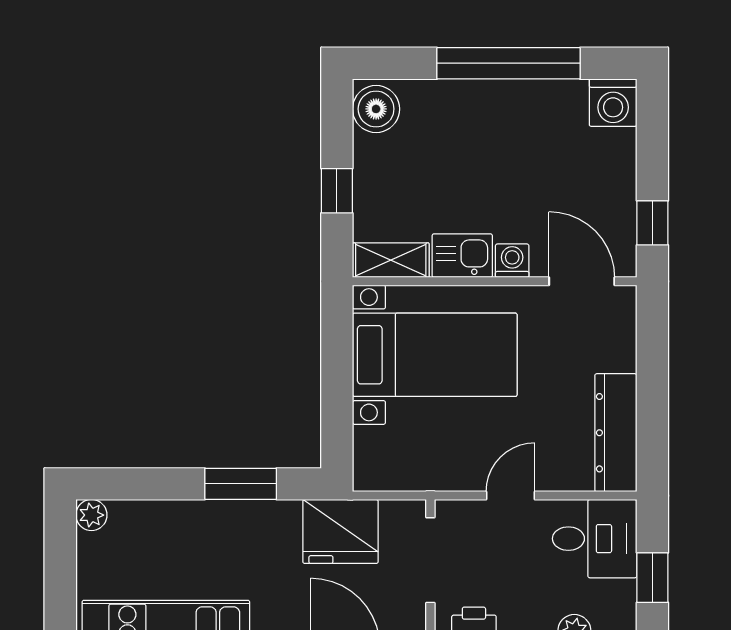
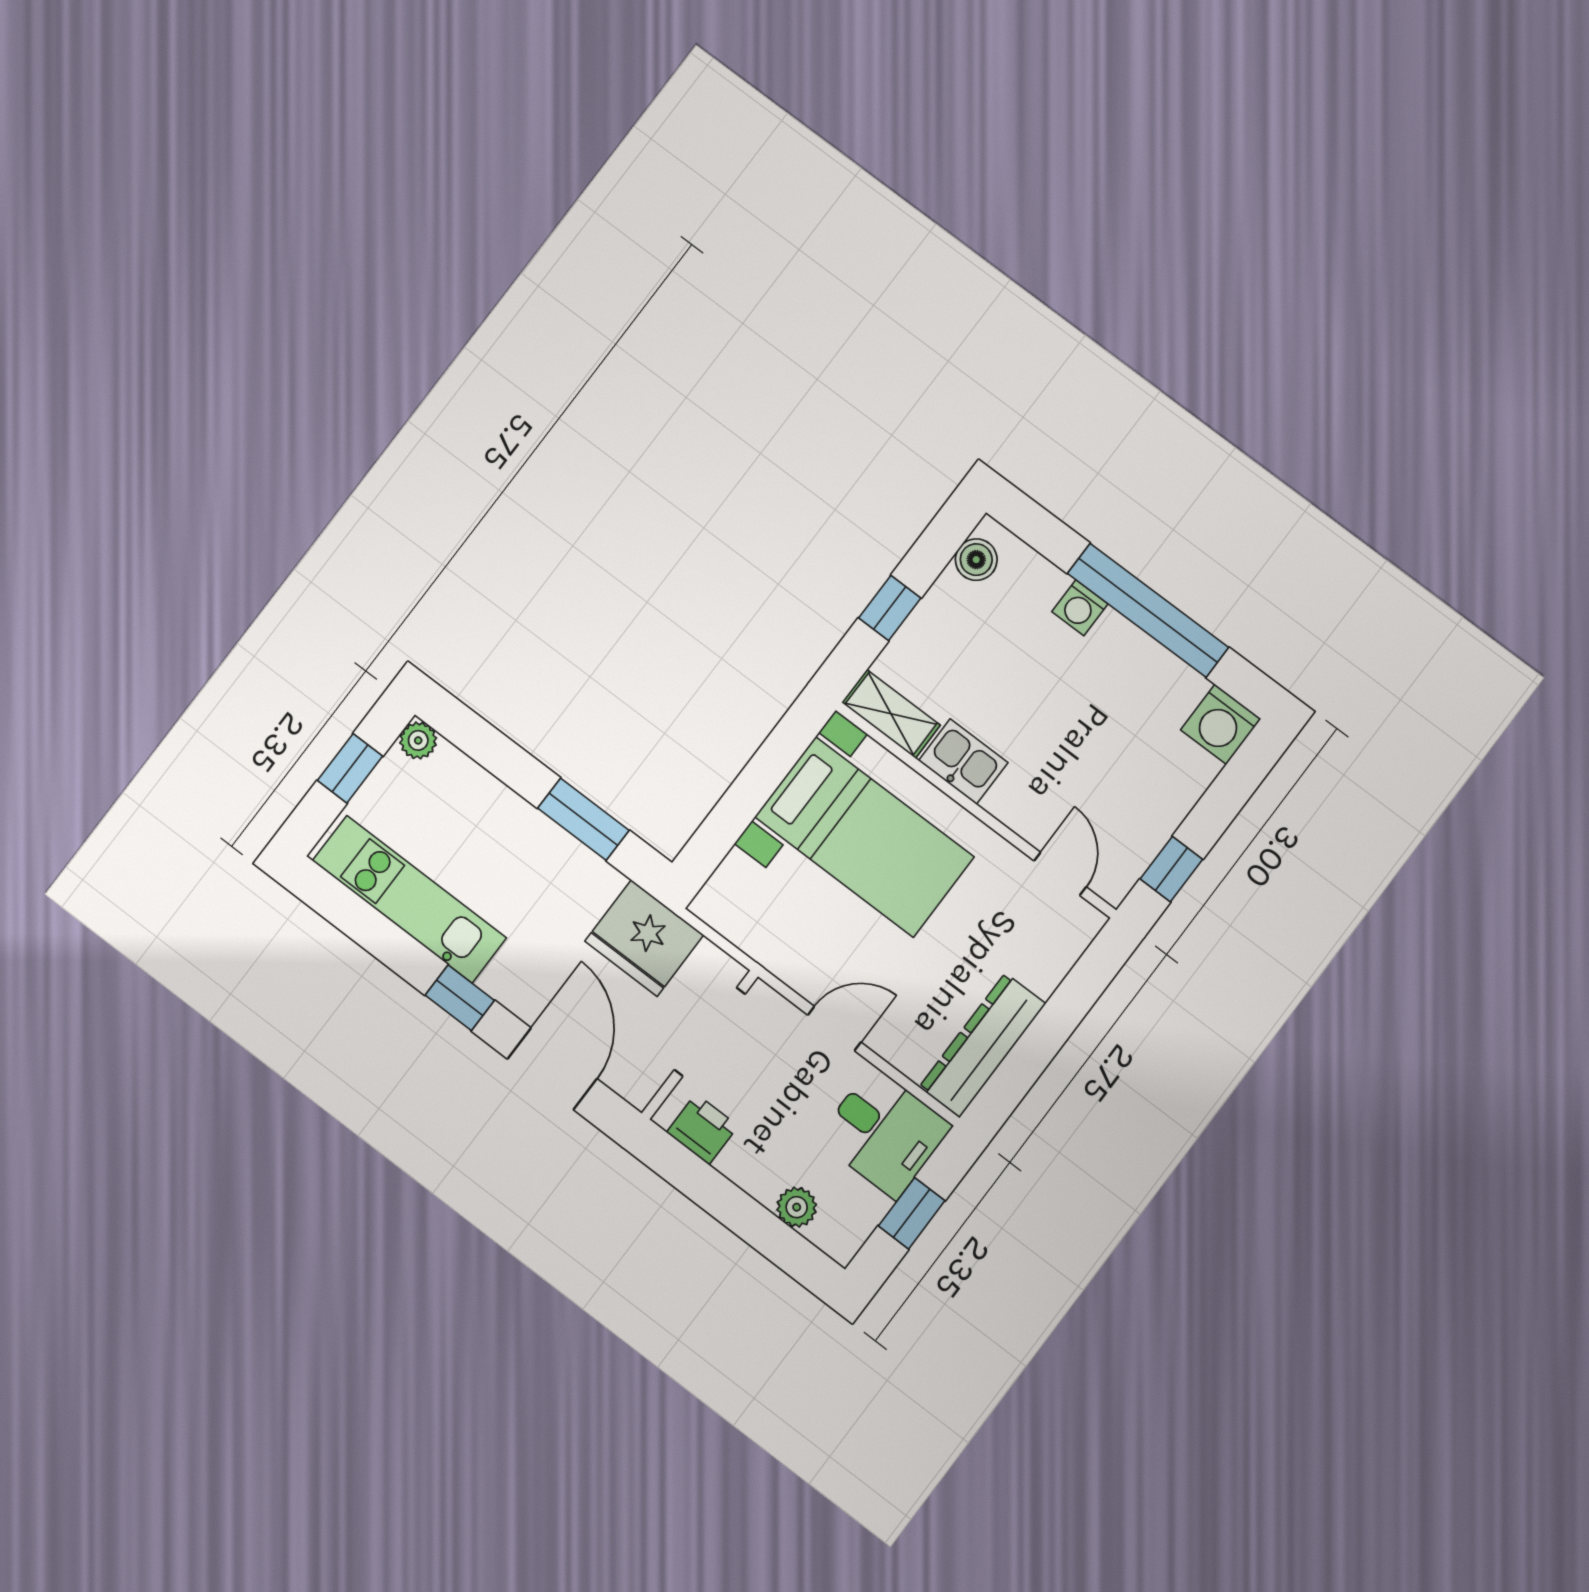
boiler: (376, 109) -> (976, 560), width x0.73, depth x0.73
washing machine: (512, 261) -> (1080, 608), moved, turned 180
door: (582, 281) -> (1060, 874), width x0.73
window: (60, 568) -> (350, 768), added

